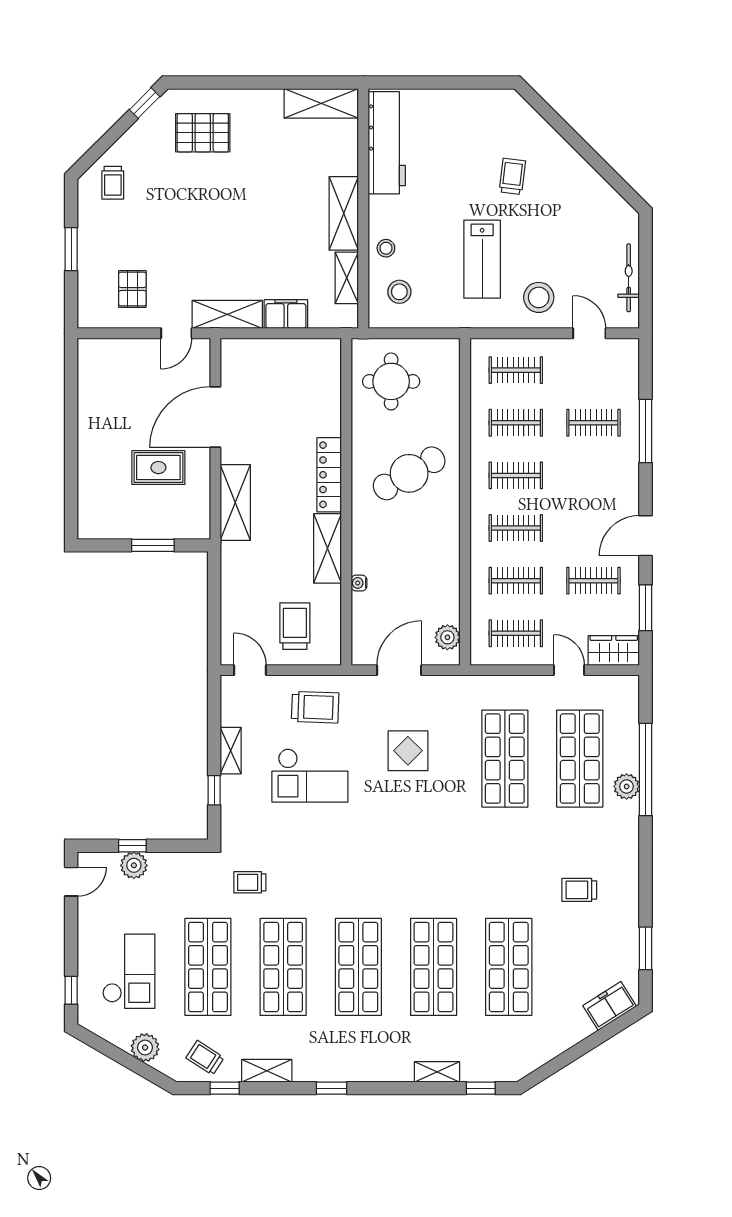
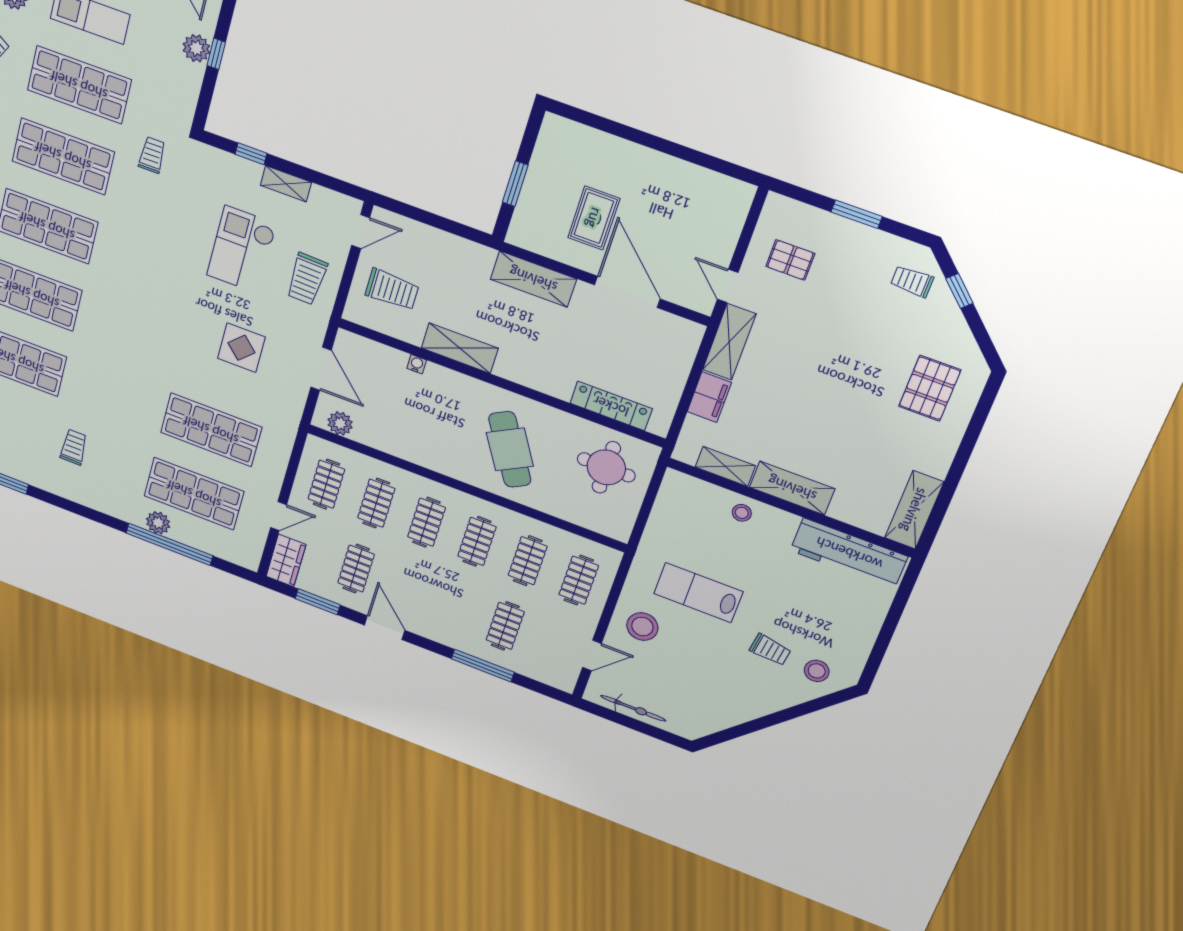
window: (145, 103) -> (959, 291), moved
stool: (399, 292) -> (817, 671), moved
locker: (329, 475) -> (611, 406), moved

